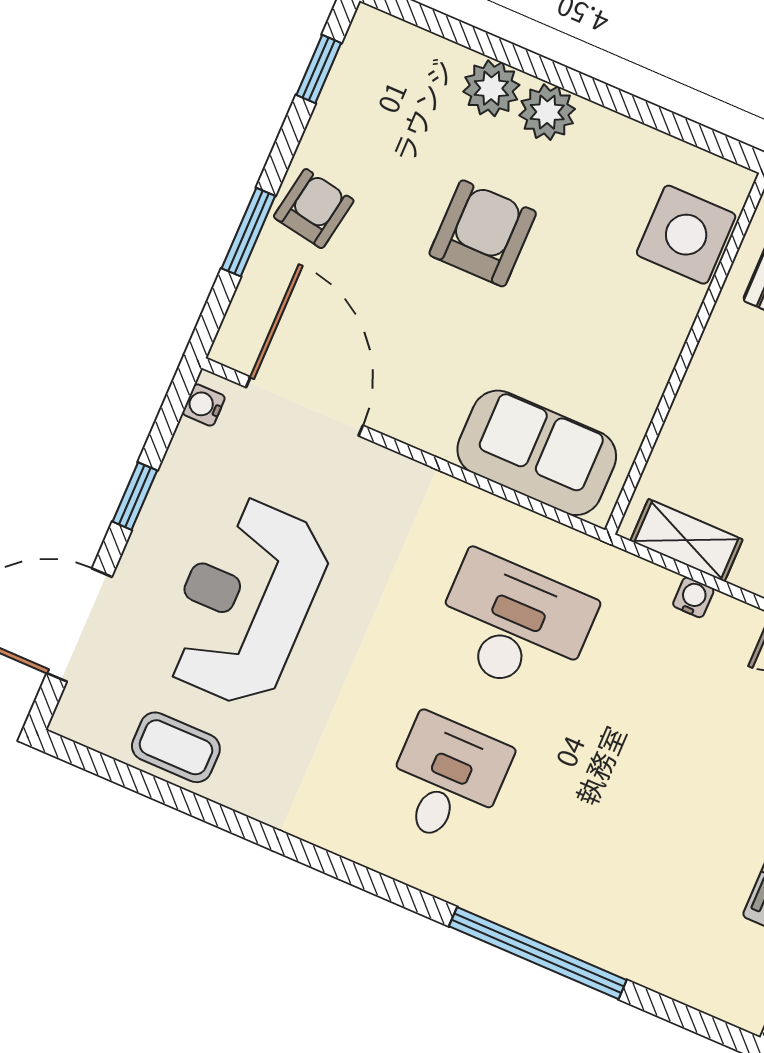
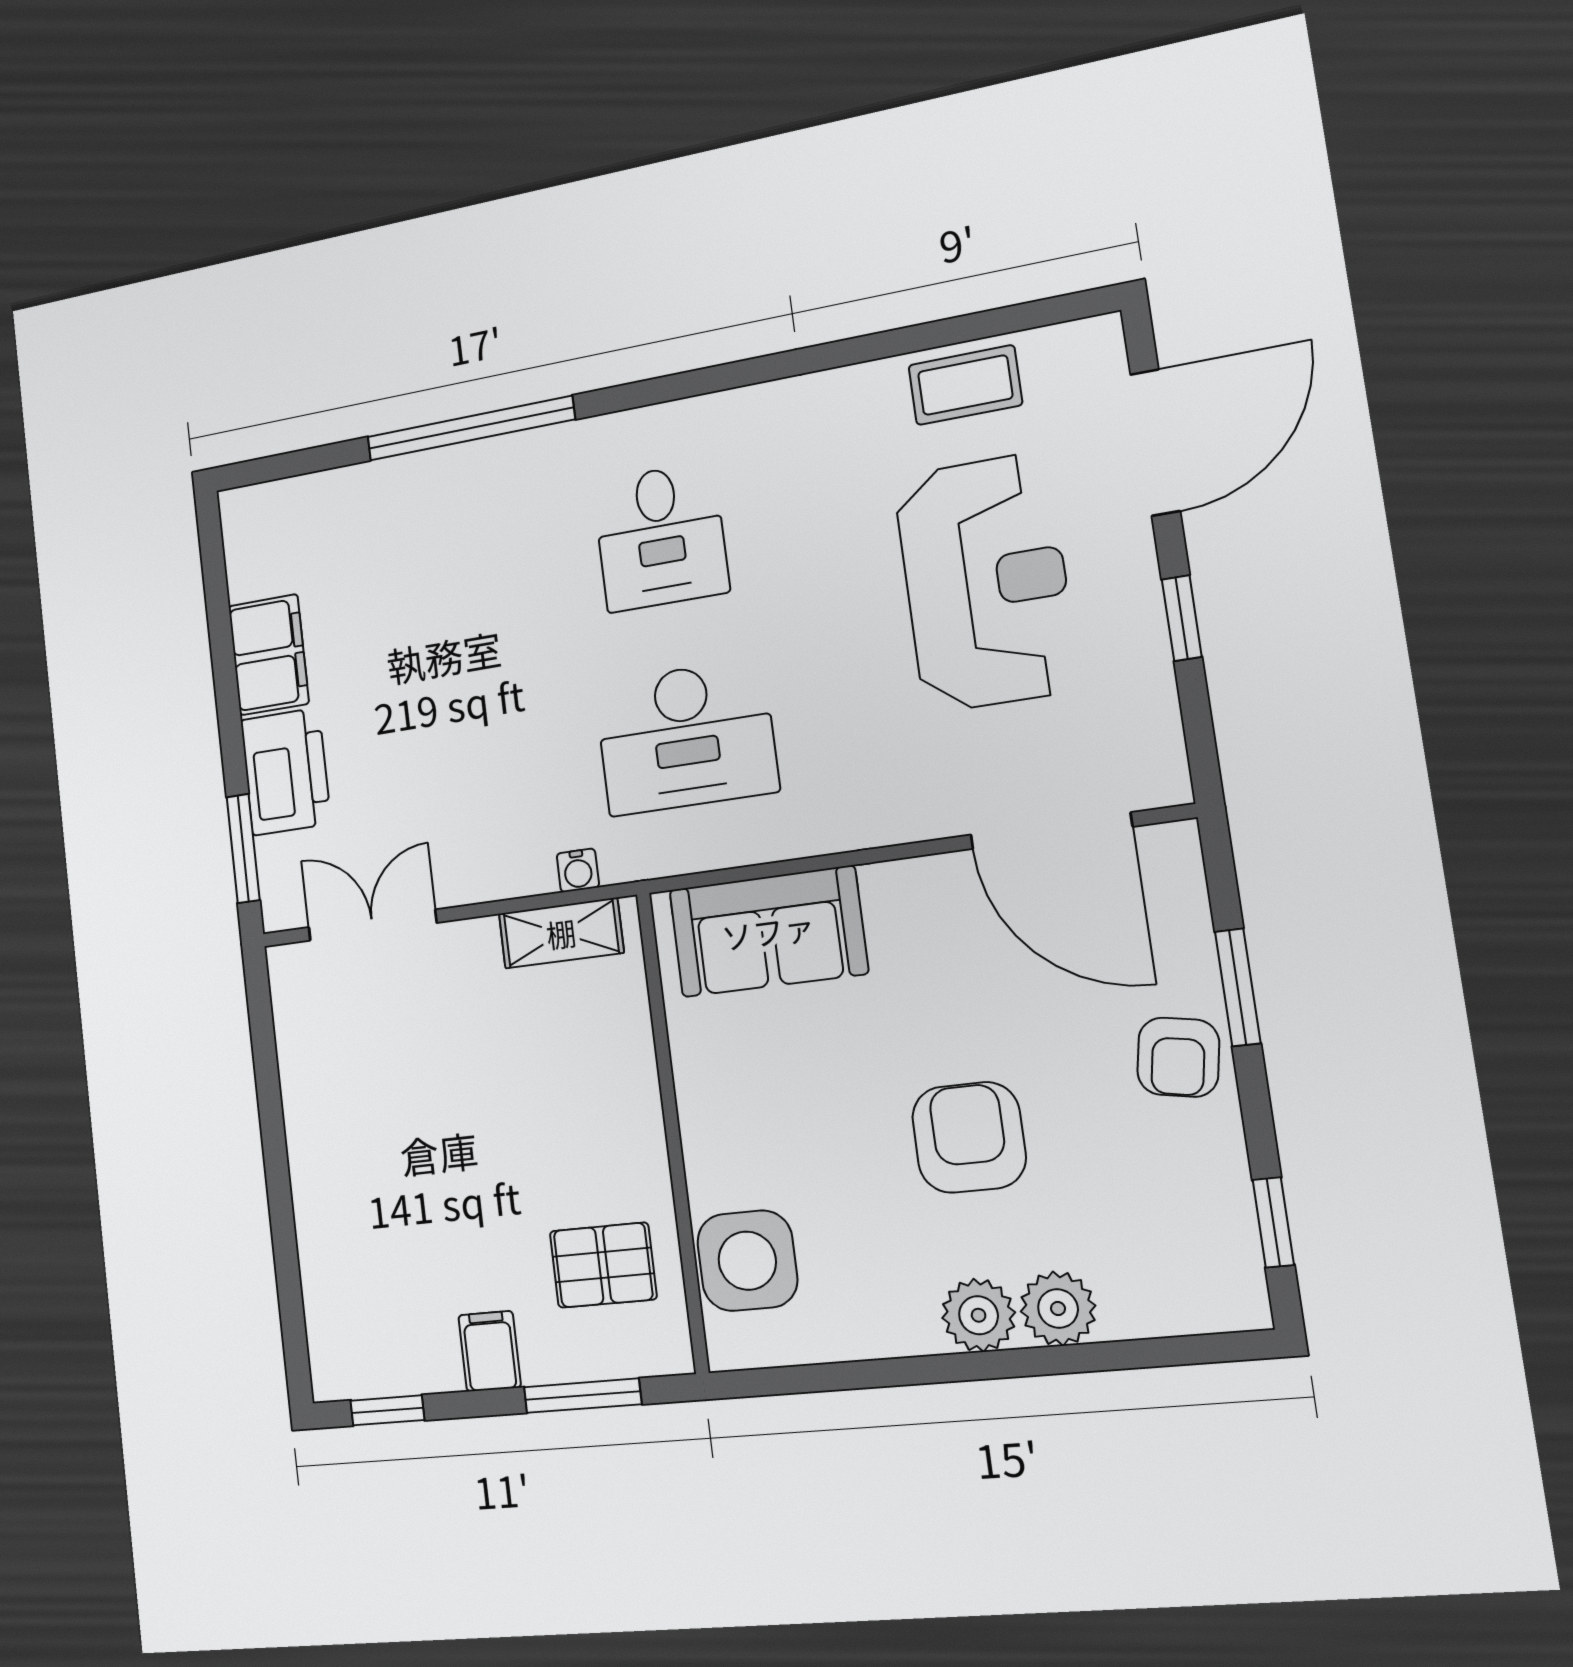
armchair: (483, 233) -> (969, 1137), turned 180
water cooler: (204, 405) -> (1167, 764), removed
water cooler: (693, 597) -> (578, 870), moved

